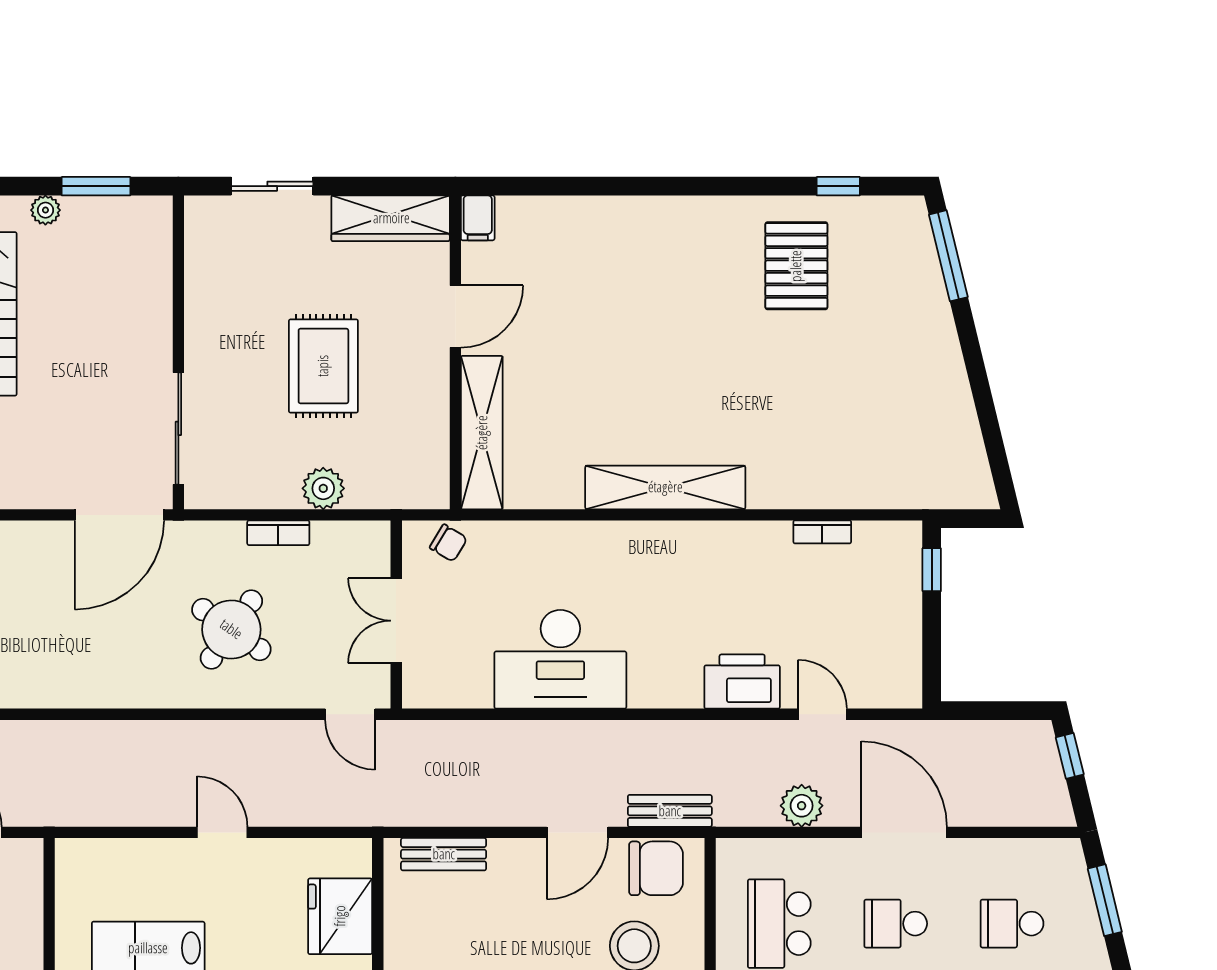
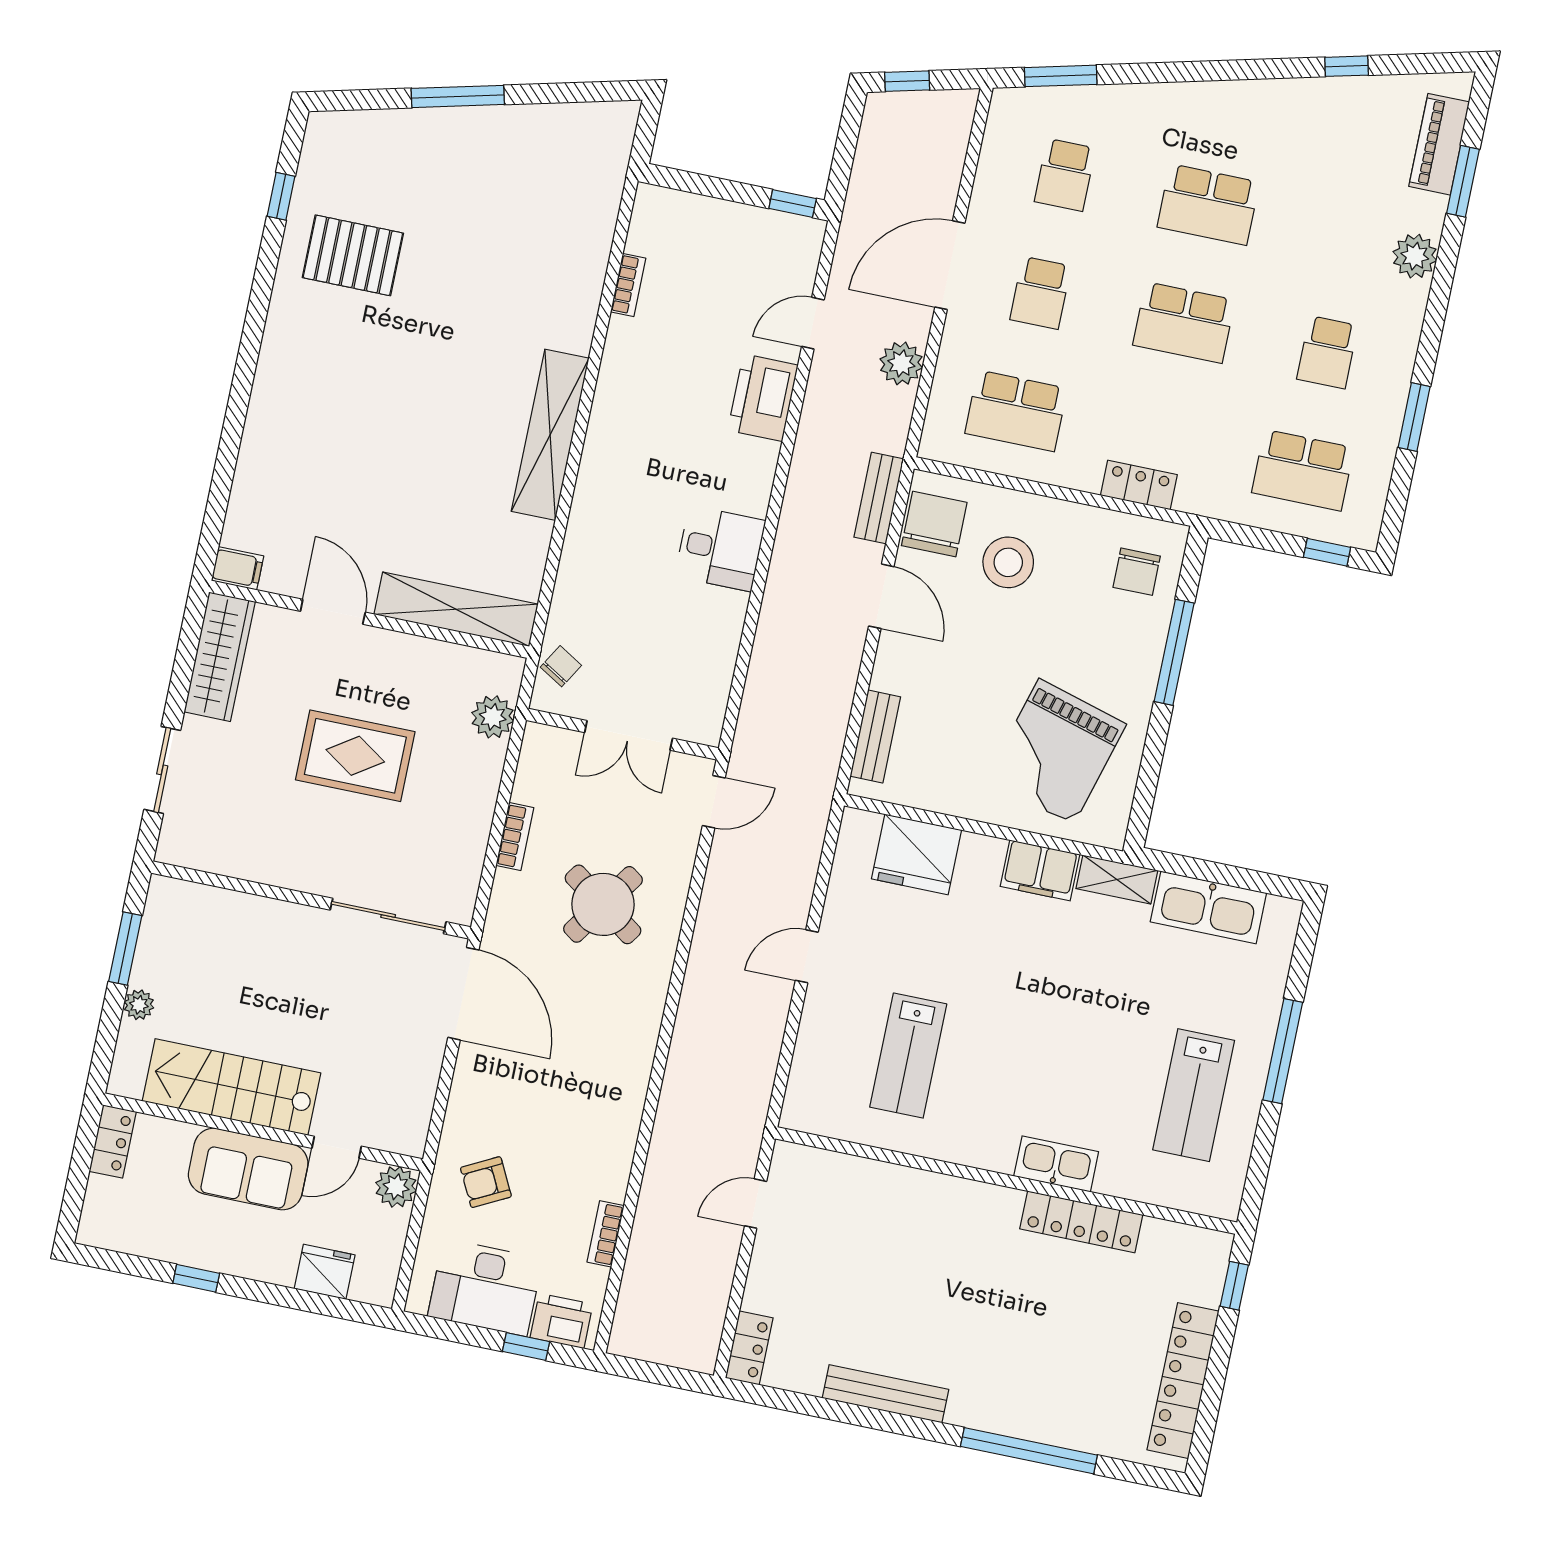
window: (948, 256) -> (458, 96), moved
plant: (323, 488) -> (493, 717), moved
window: (932, 570) -> (793, 203), moved
desk: (560, 659) -> (720, 548), width x0.53, depth x0.77

